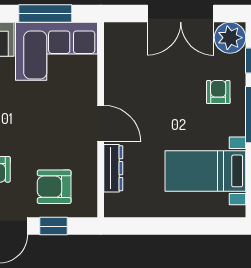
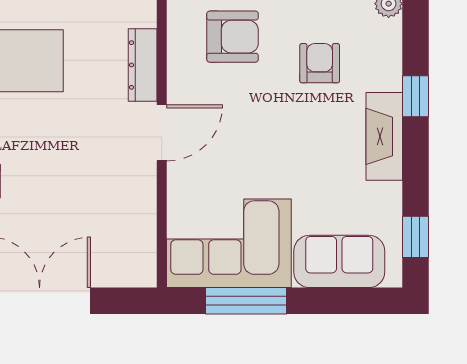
door: (101, 124) -> (162, 133), swing flipped

